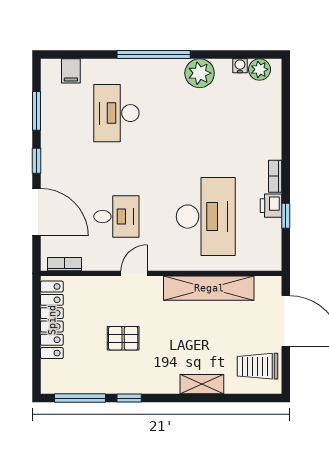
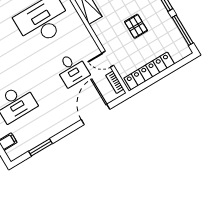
window: (36, 161) -> (68, 131), removed
desk: (116, 217) -> (72, 70), turned 180
door: (134, 273) -> (108, 59), moved

